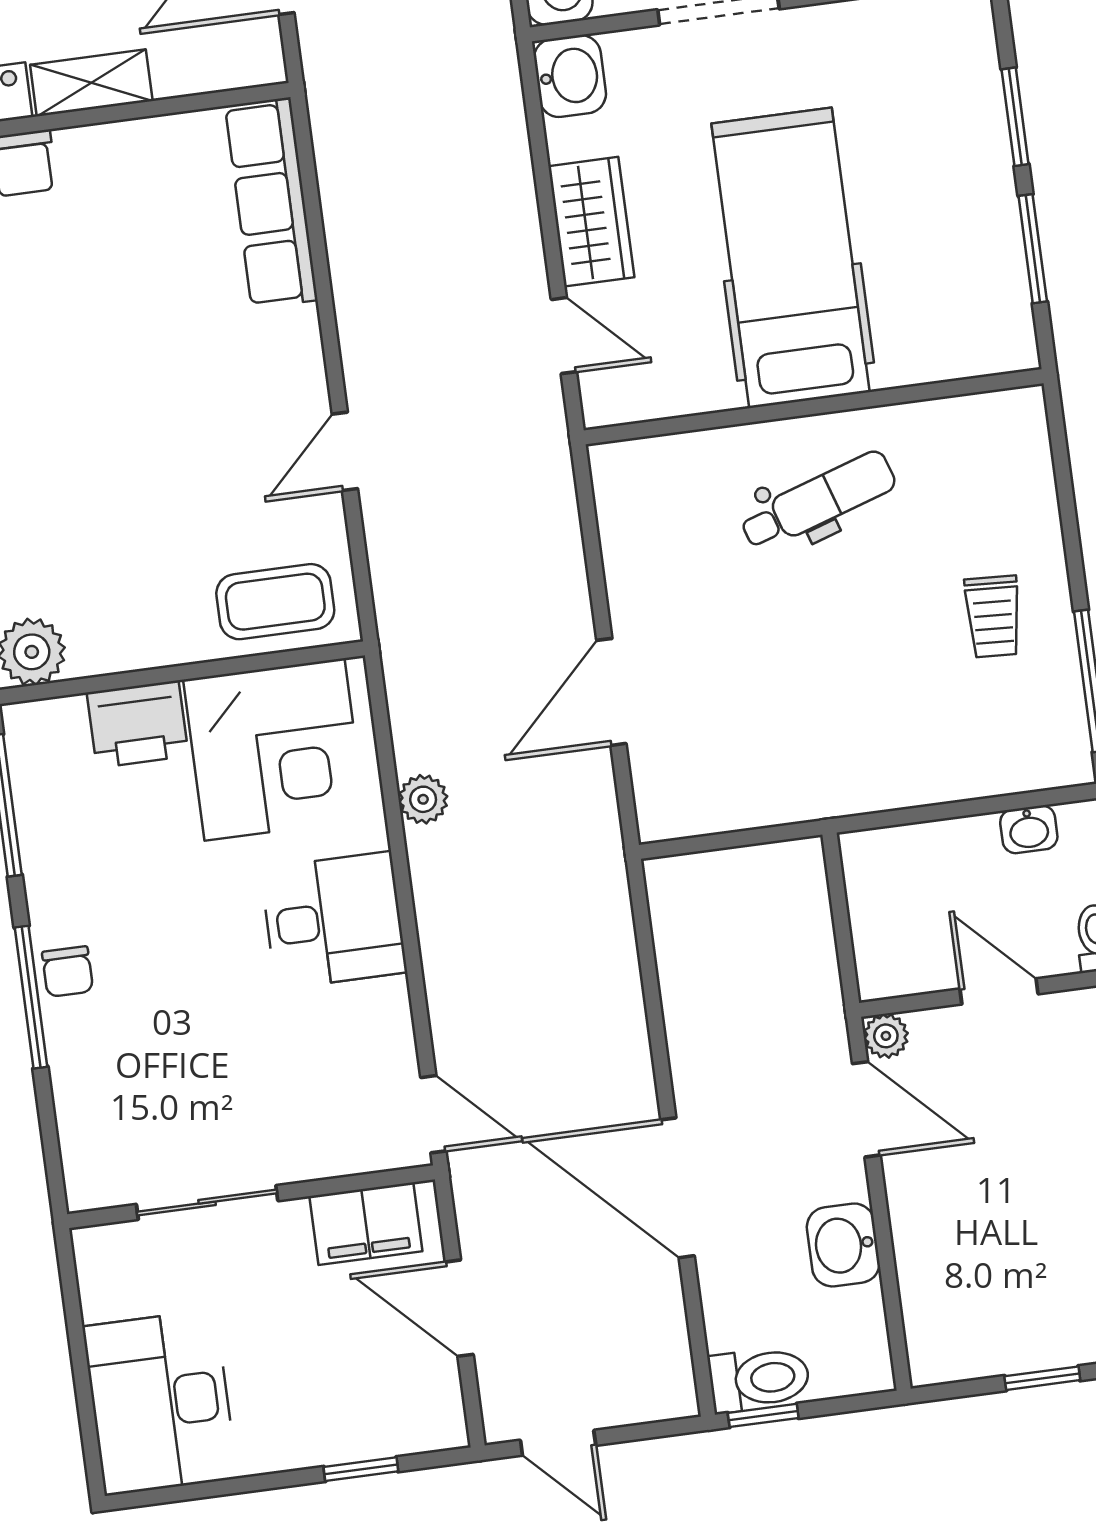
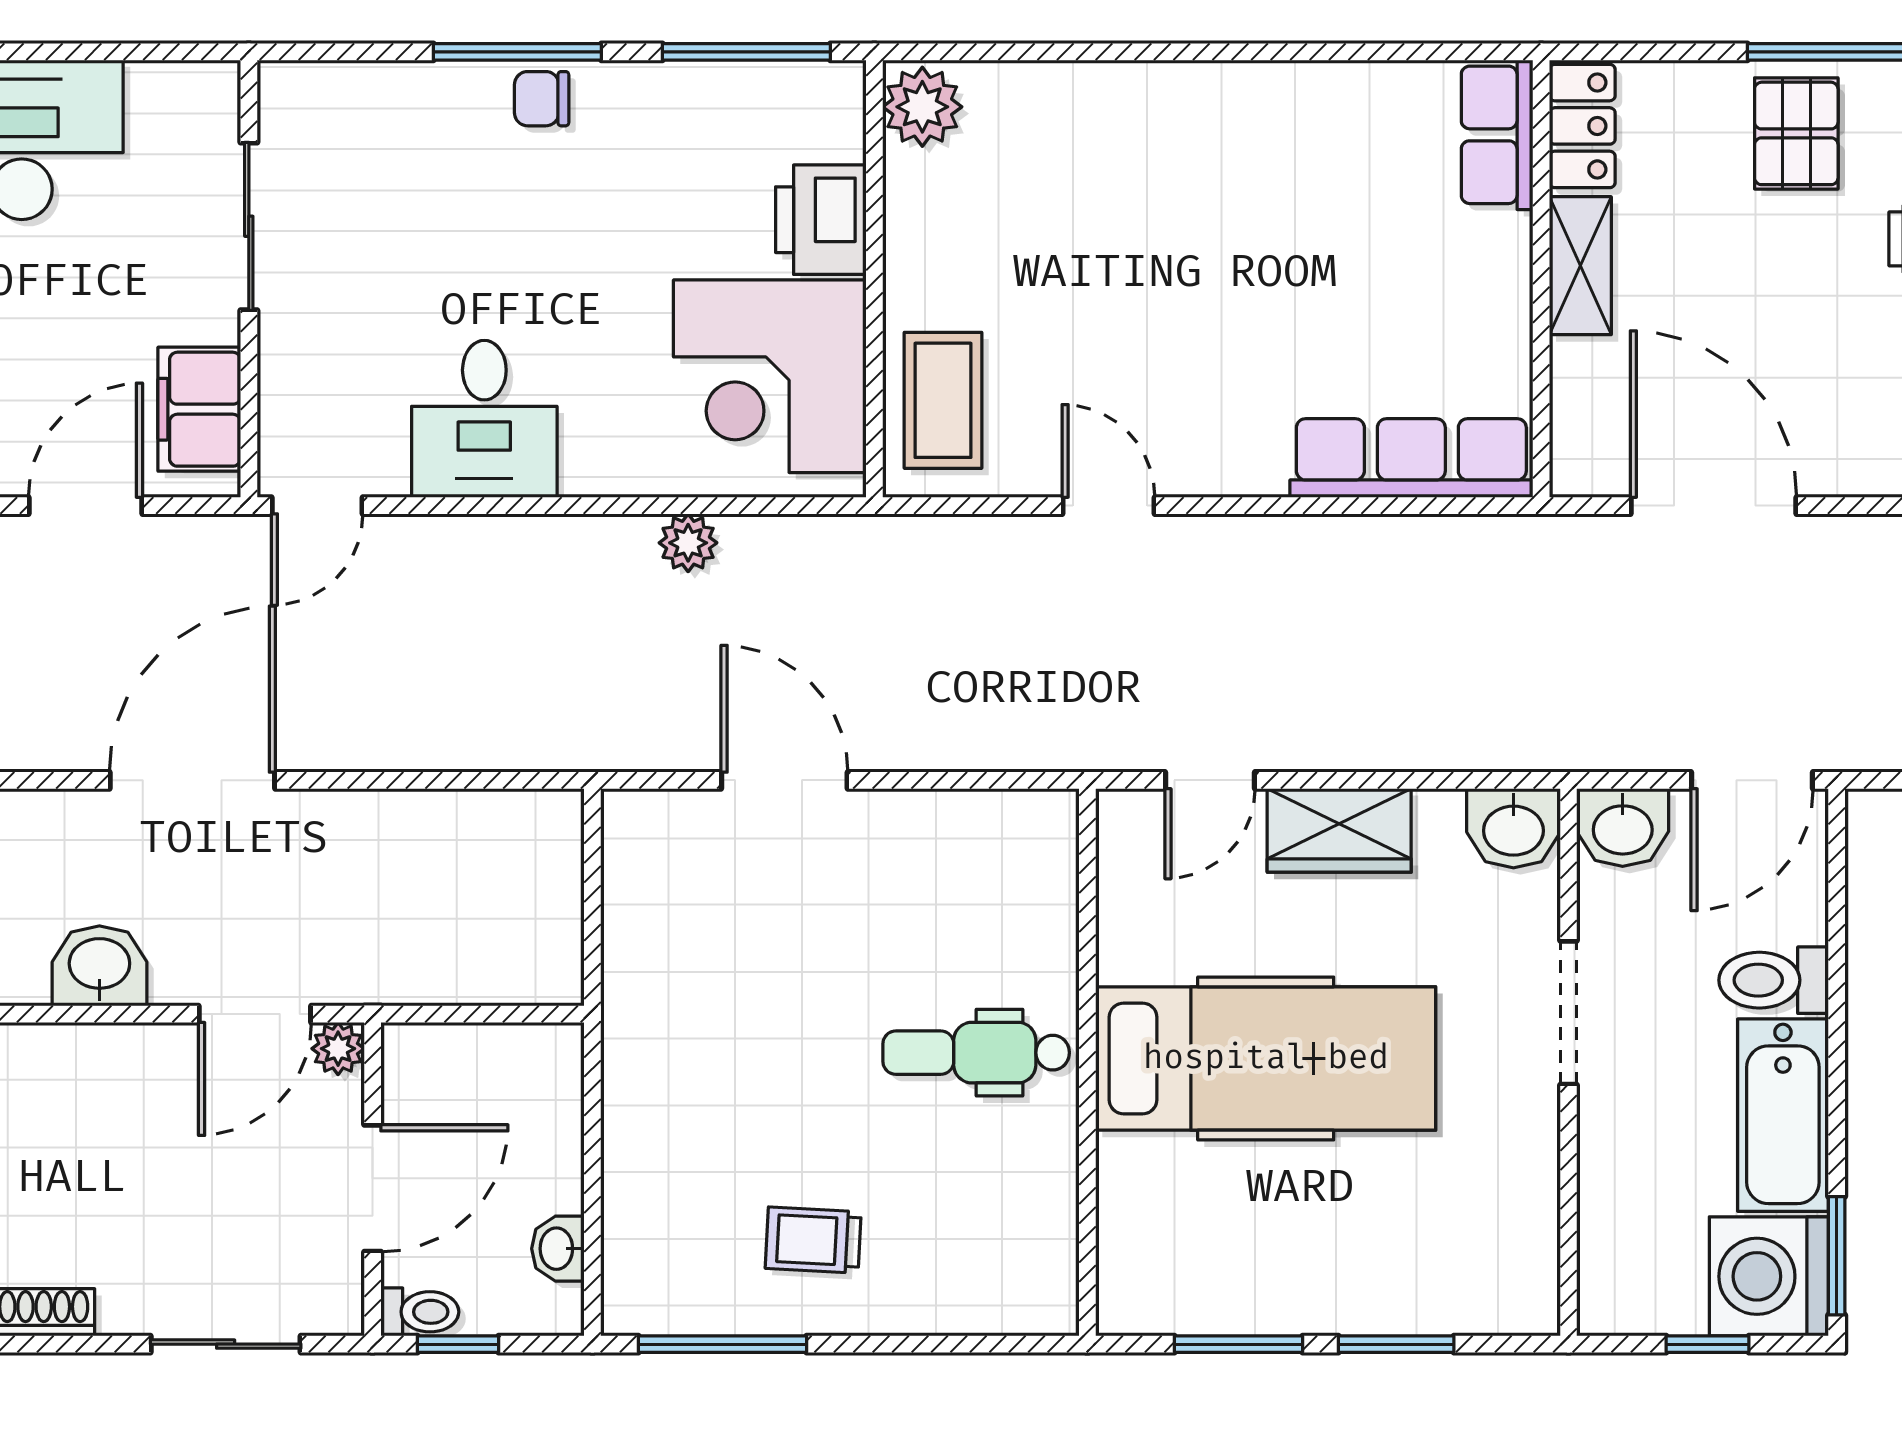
dental chair: (818, 501) -> (976, 1053), turned 108
desk: (334, 920) -> (484, 419), moved
door: (999, 991) -> (373, 1188), width x1.38

